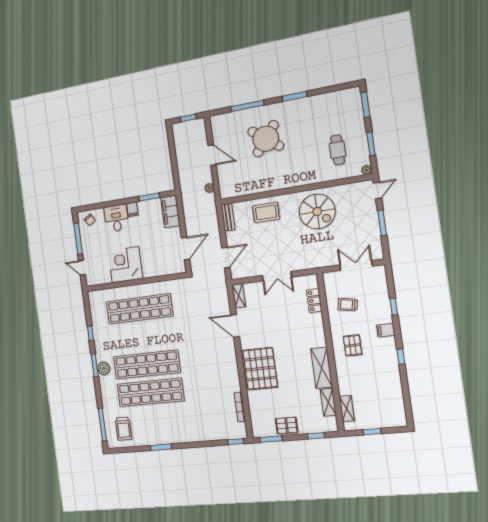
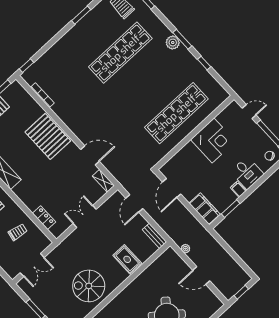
rug: (266, 212) -> (127, 259), turned 90
shop shelf: (147, 365) -> (139, 73), removed

